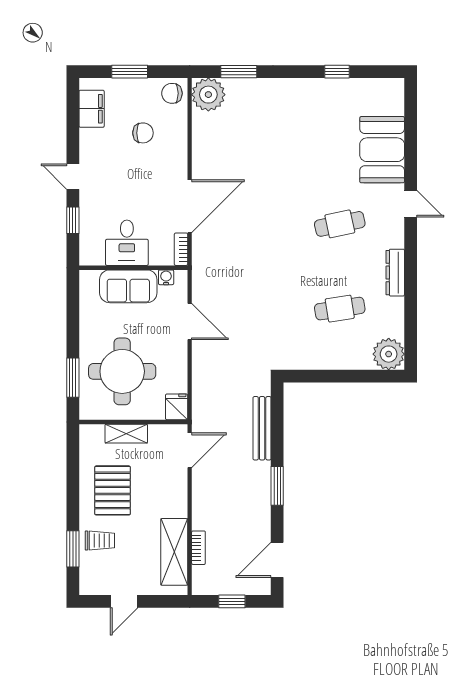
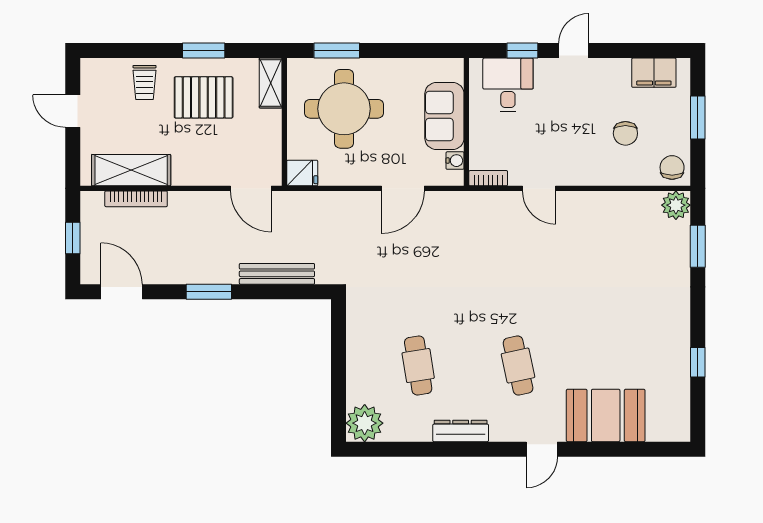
plant: (208, 95) -> (676, 205), width x0.73, depth x0.73
door: (190, 206) -> (539, 188), width x0.53
desk: (127, 243) -> (508, 85), moved, turned 90
shelving: (126, 434) -> (271, 83), moved
bookcase: (198, 548) -> (136, 199), width x1.56
window: (73, 549) -> (204, 51), moved

